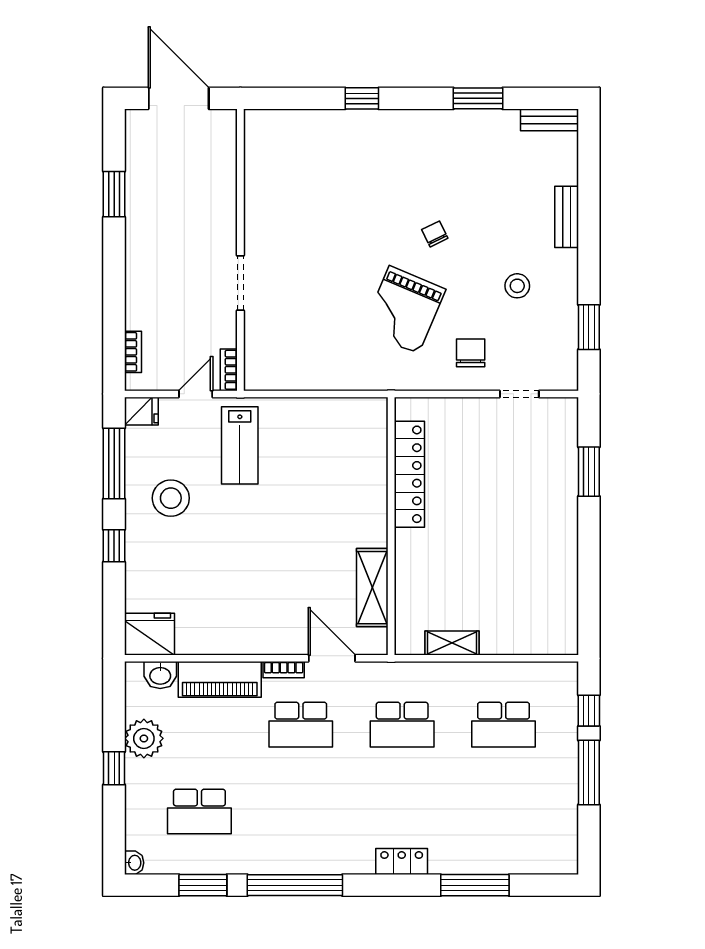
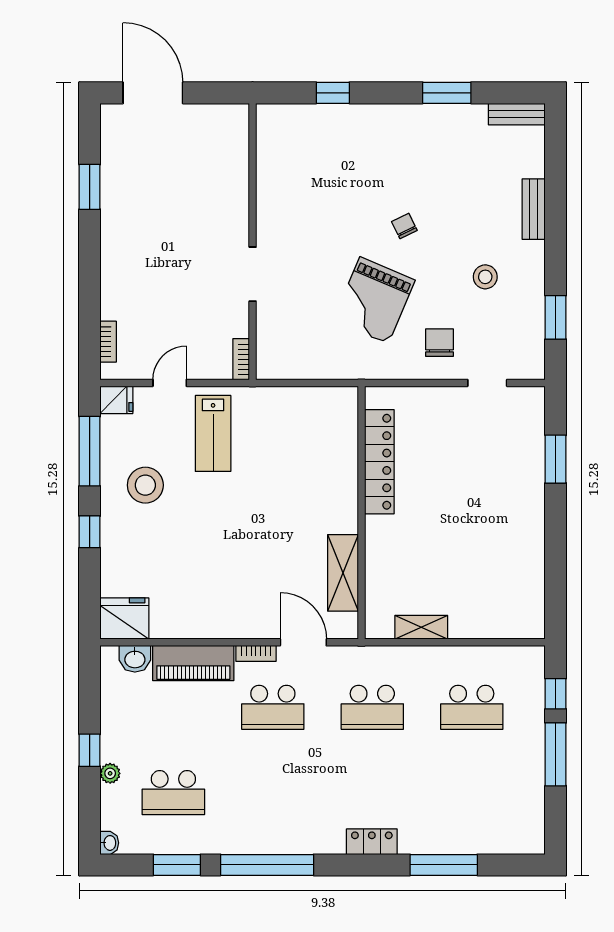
wall: (240, 250) -> (253, 242), moved
doorway: (240, 283) -> (253, 274), moved
bookcase: (229, 370) -> (241, 359), moved
plant: (144, 738) -> (110, 773), moved, width x0.53, depth x0.53

